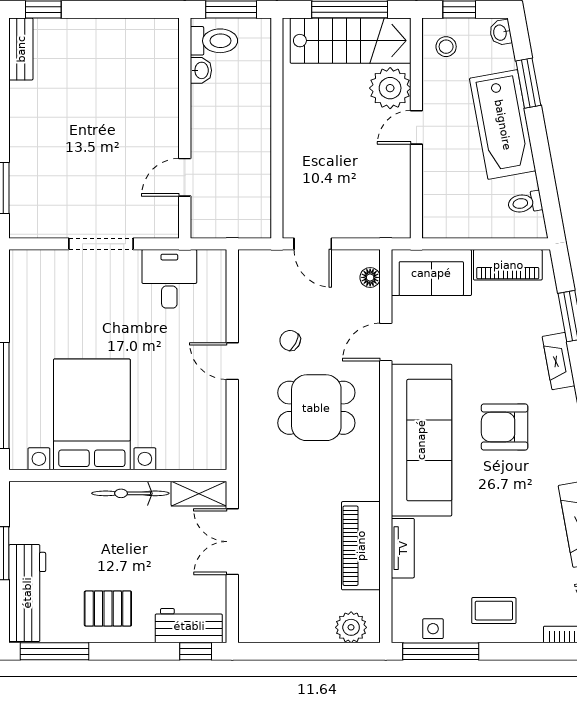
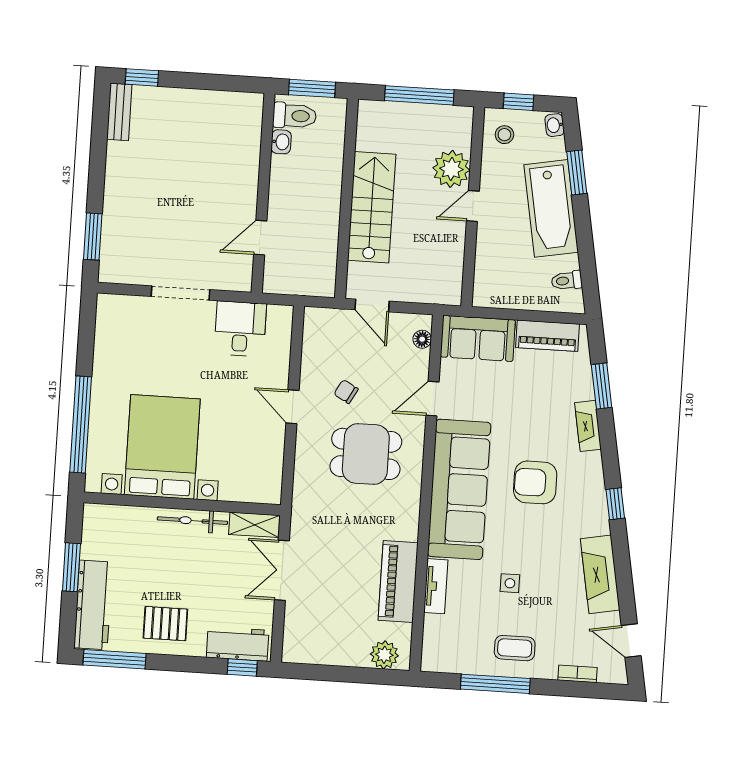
stairs: (351, 41) -> (372, 207), moved, turned -90
side table: (433, 629) -> (510, 583), moved
window: (441, 651) -> (495, 684), moved

